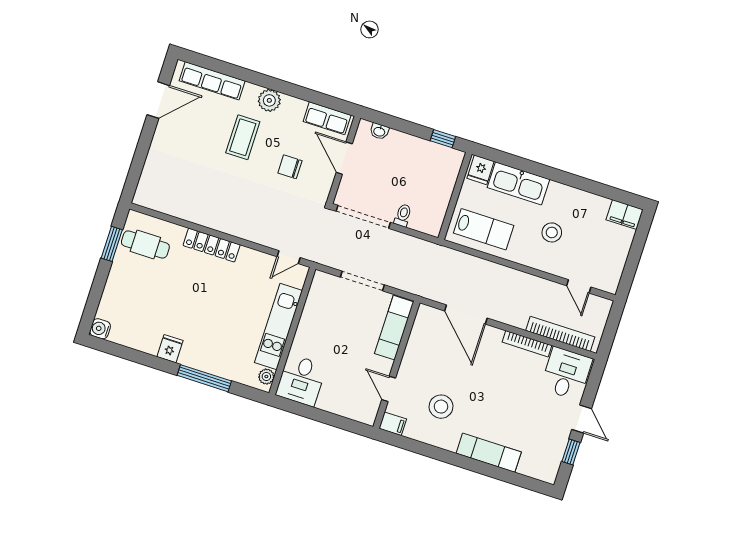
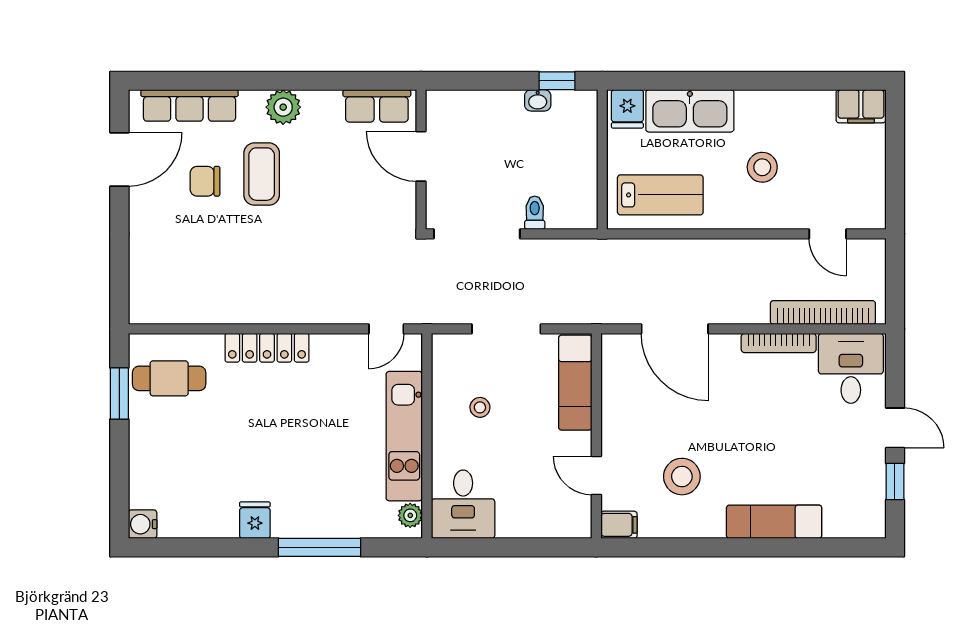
washbasin: (379, 131) -> (538, 100), moved
chair: (290, 167) -> (205, 181), moved
stool: (331, 324) -> (480, 407), added

